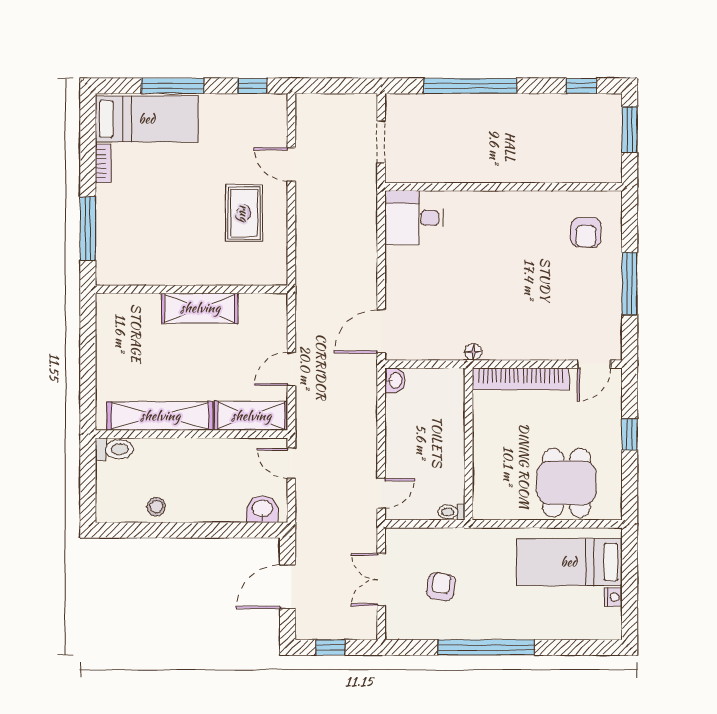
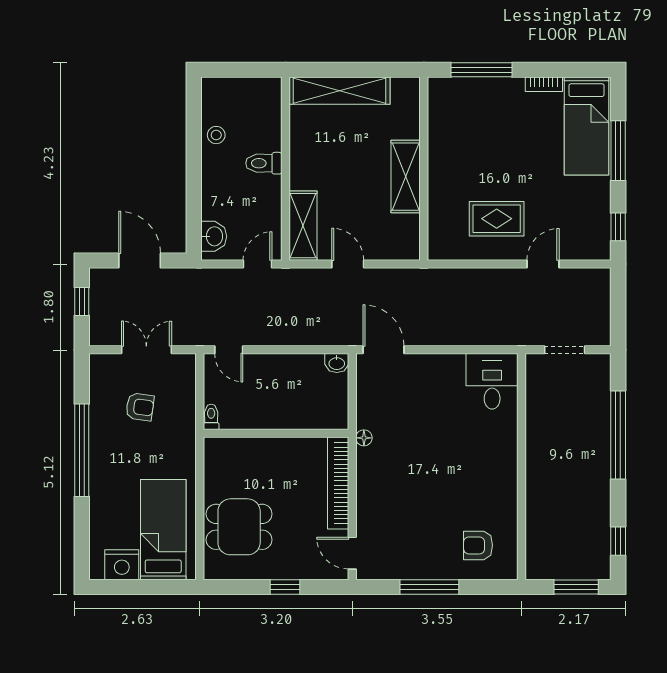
shelving: (160, 416) -> (340, 91), moved, turned 90
toilet: (114, 449) -> (264, 163), moved, turned 90
nightstand: (613, 597) -> (122, 565), width x1.89, depth x1.79

